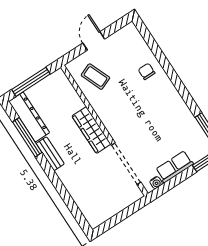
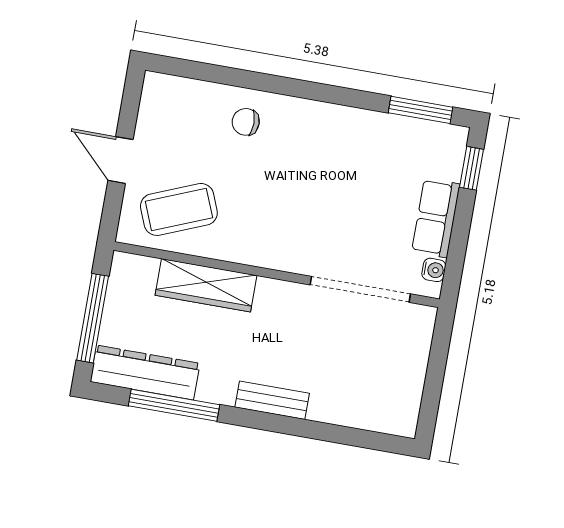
coffee table: (95, 77) -> (179, 209), width x1.36, depth x1.30
wardrobe: (91, 130) -> (206, 285), moved
bench: (50, 154) -> (272, 400), moved

